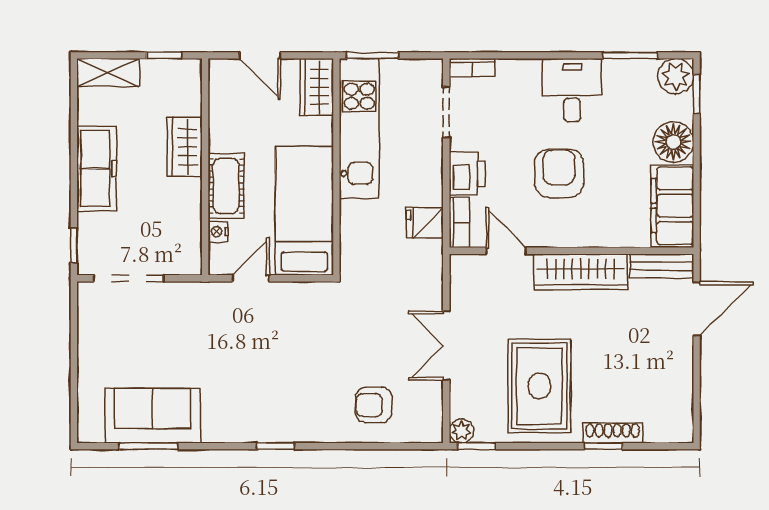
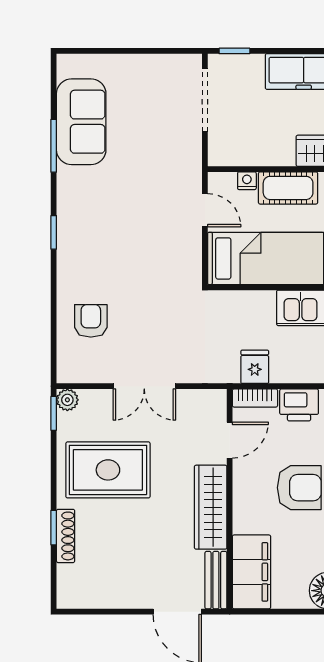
filing cabinet: (672, 206) -> (251, 572), moved, turned 90
double door: (446, 345) -> (144, 386), swing flipped
window: (148, 446) -> (54, 146), moved

